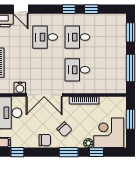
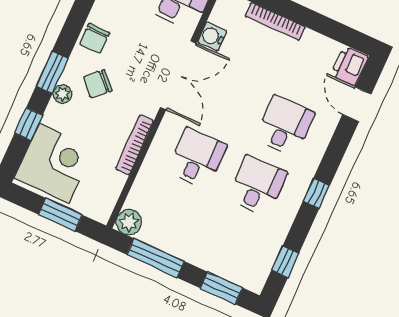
door: (21, 9) -> (357, 104), hinge flipped
window: (91, 9) -> (285, 262), moved
plant: (120, 87) -> (129, 222), added
double door: (44, 95) -> (178, 75), swing flipped
plant: (88, 143) -> (62, 94), moved

